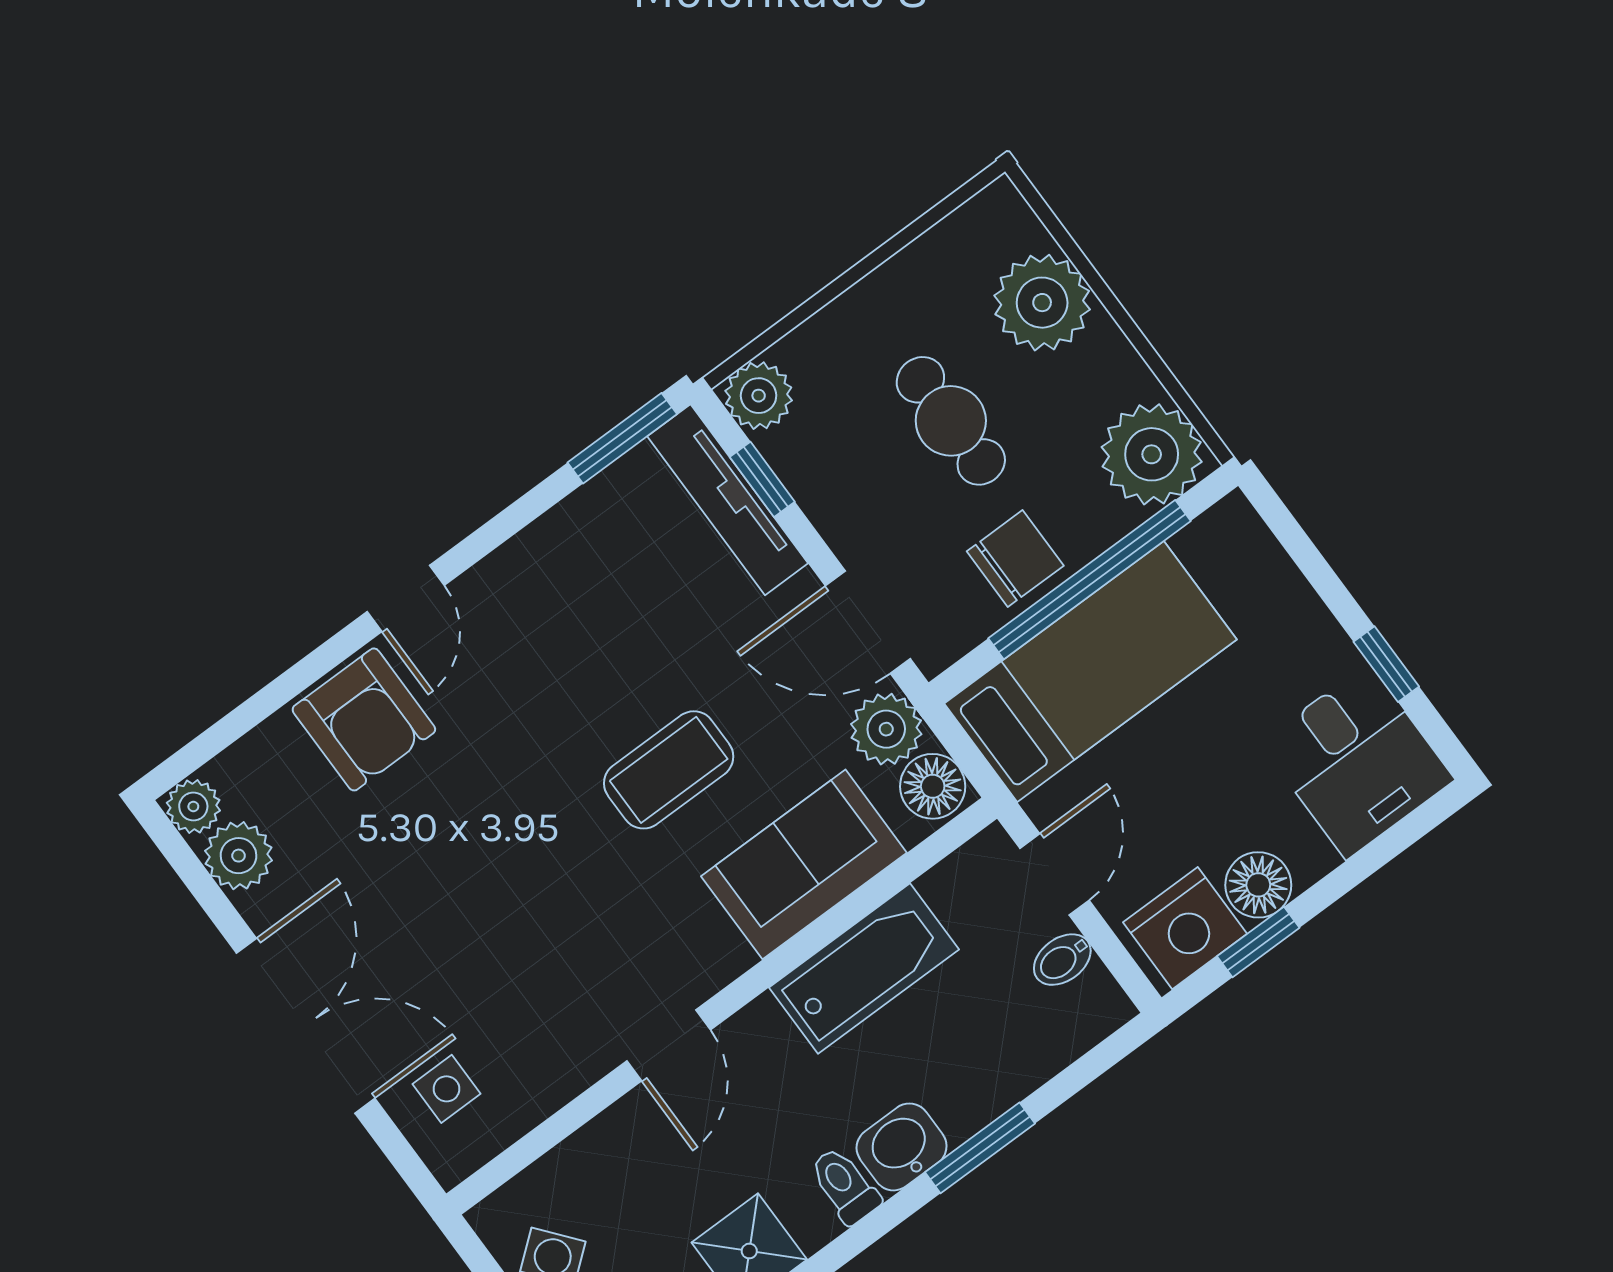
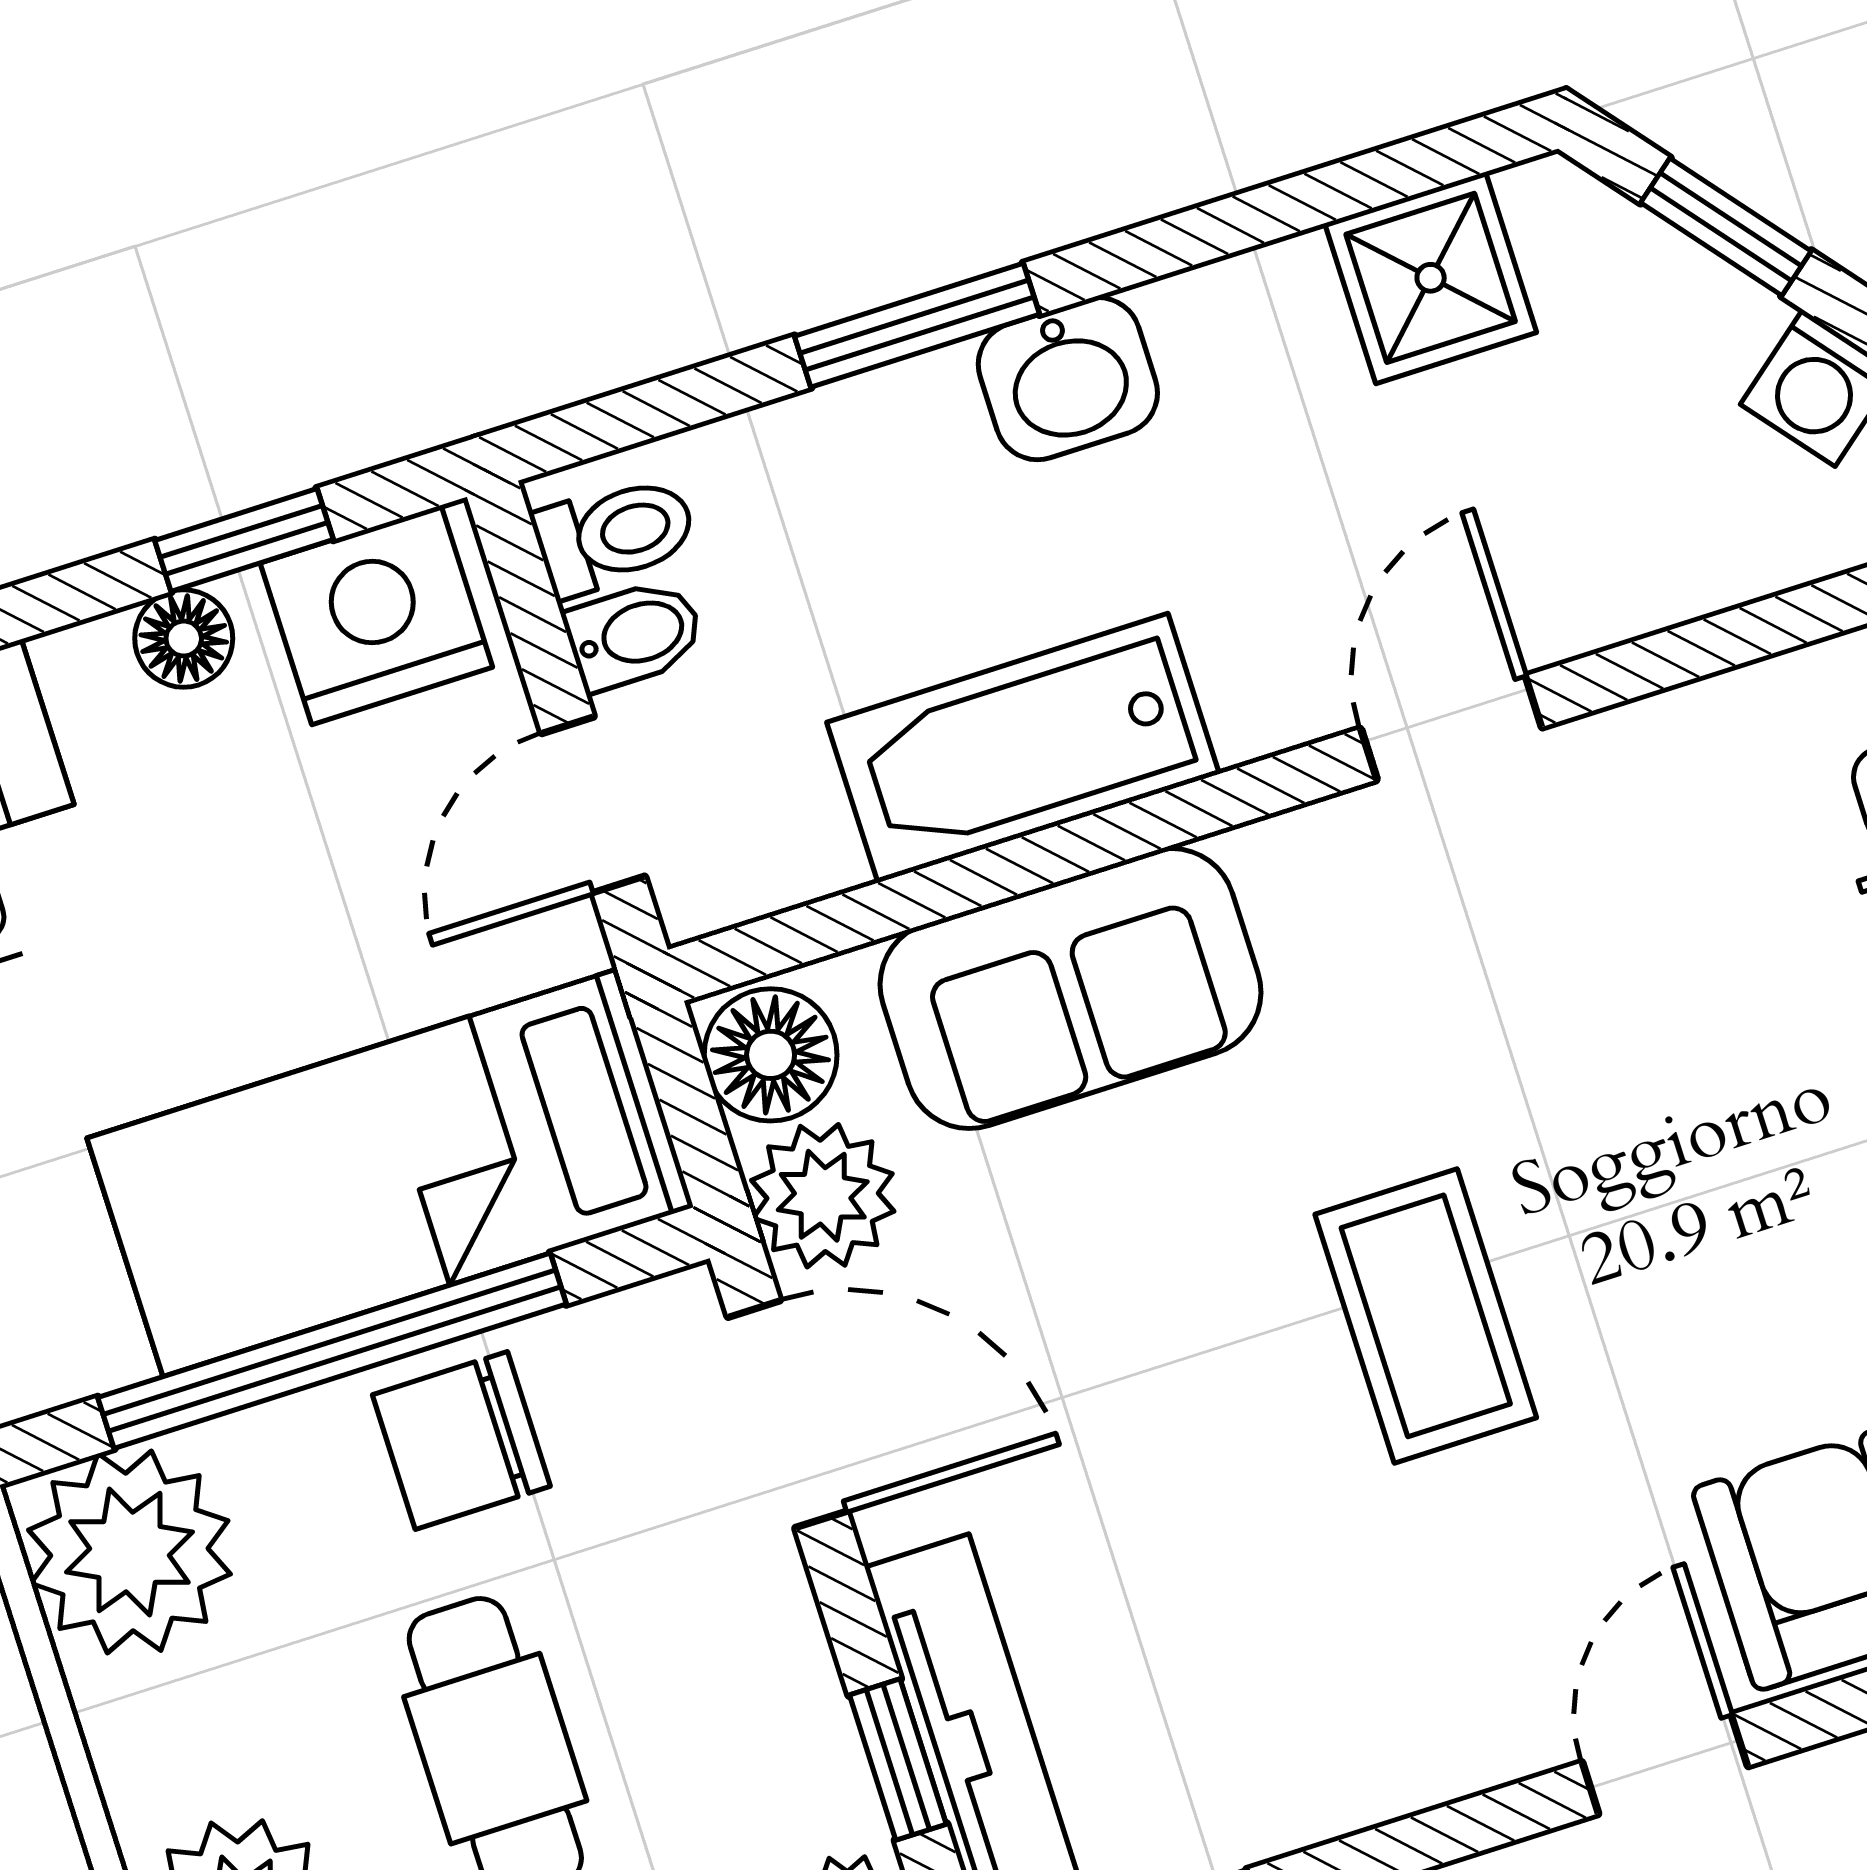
coffee table: (669, 770) -> (1426, 1316), moved, turned 90
floor lamp: (1258, 885) -> (184, 639), width x0.73, depth x0.73
toilet: (845, 1185) -> (615, 535), moved, turned -90

